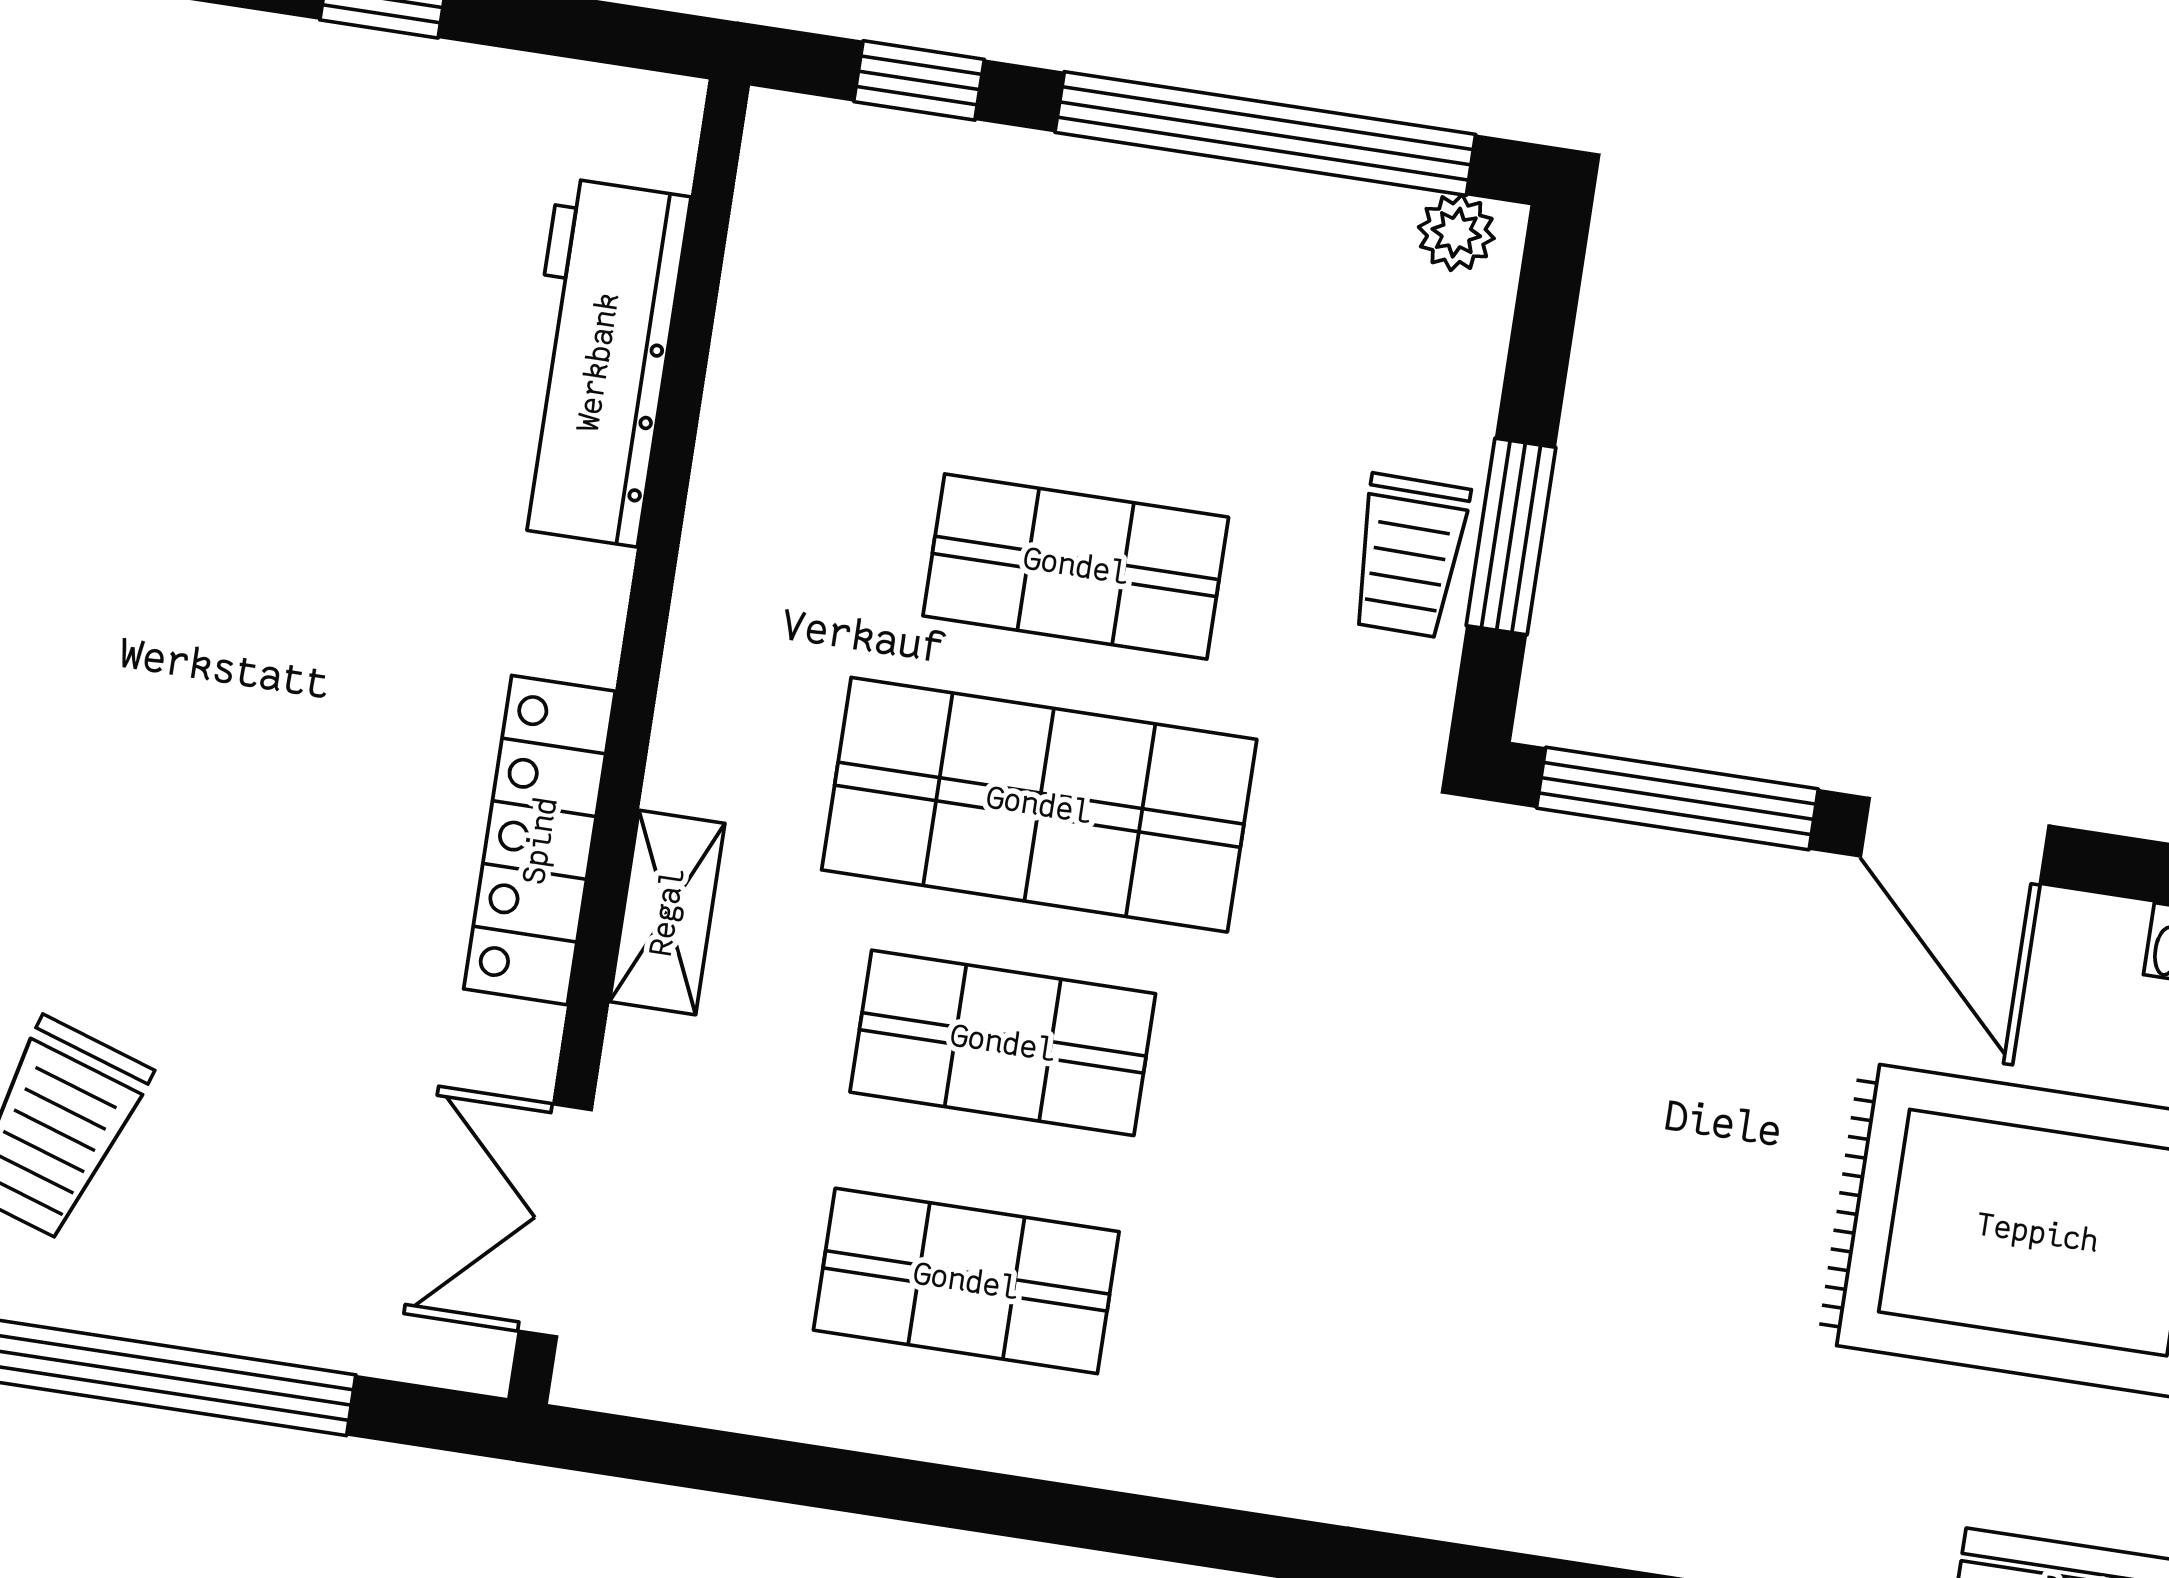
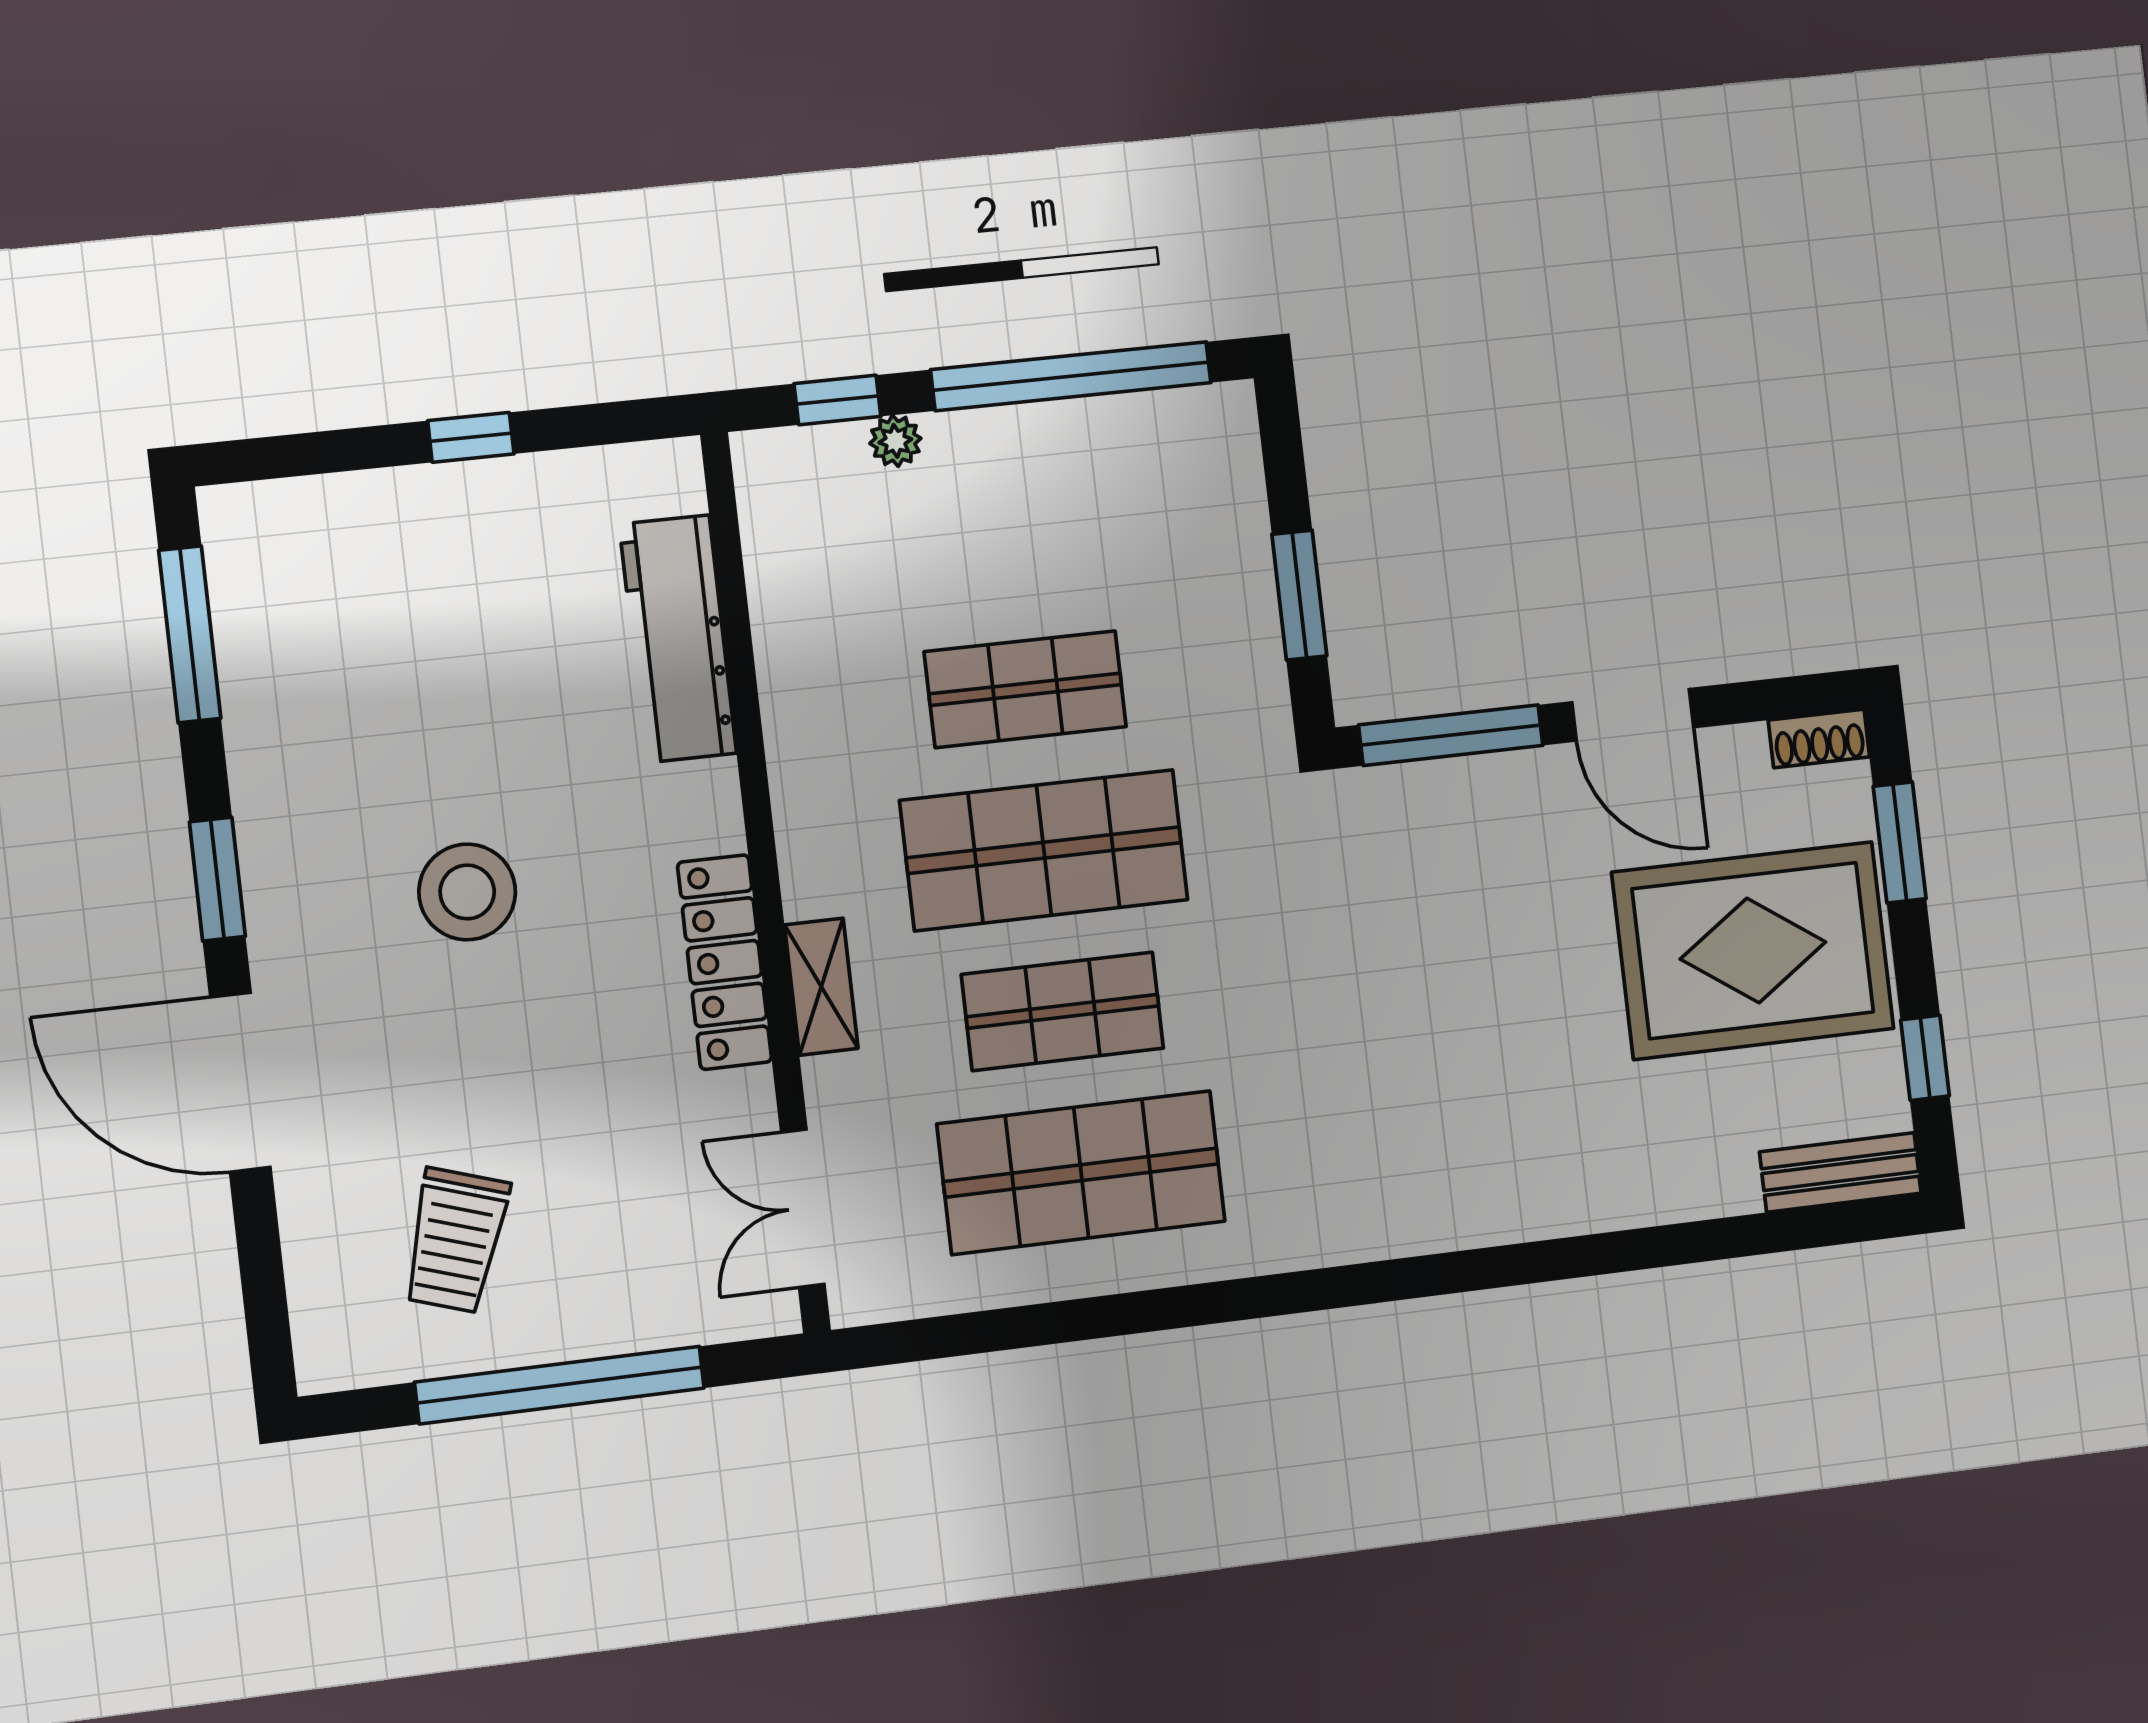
plant: (1456, 233) -> (895, 441), moved
trolley: (1409, 556) -> (1238, 625), removed
stool: (204, 642) -> (467, 892), added
shop shelf: (966, 1281) -> (1081, 1173), width x1.43, depth x1.36

